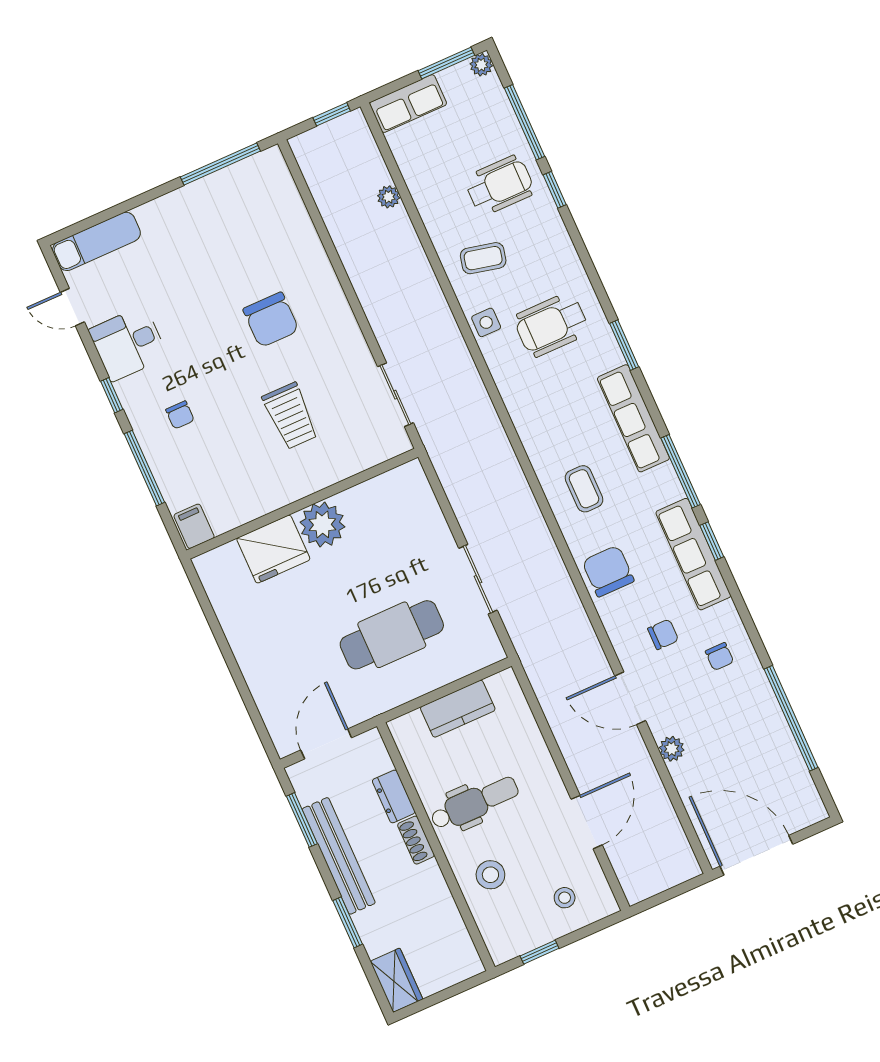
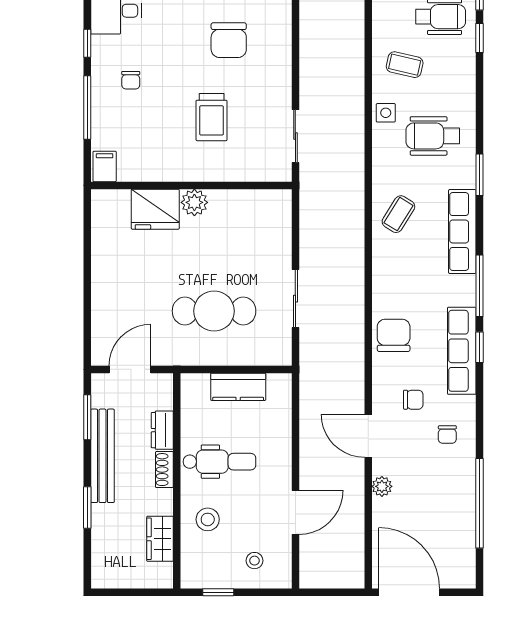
coffee table: (584, 489) -> (398, 214), moved, turned 32
plant: (322, 525) -> (194, 202), width x0.73, depth x0.73
wardrobe: (396, 980) -> (160, 539), moved, turned 180

